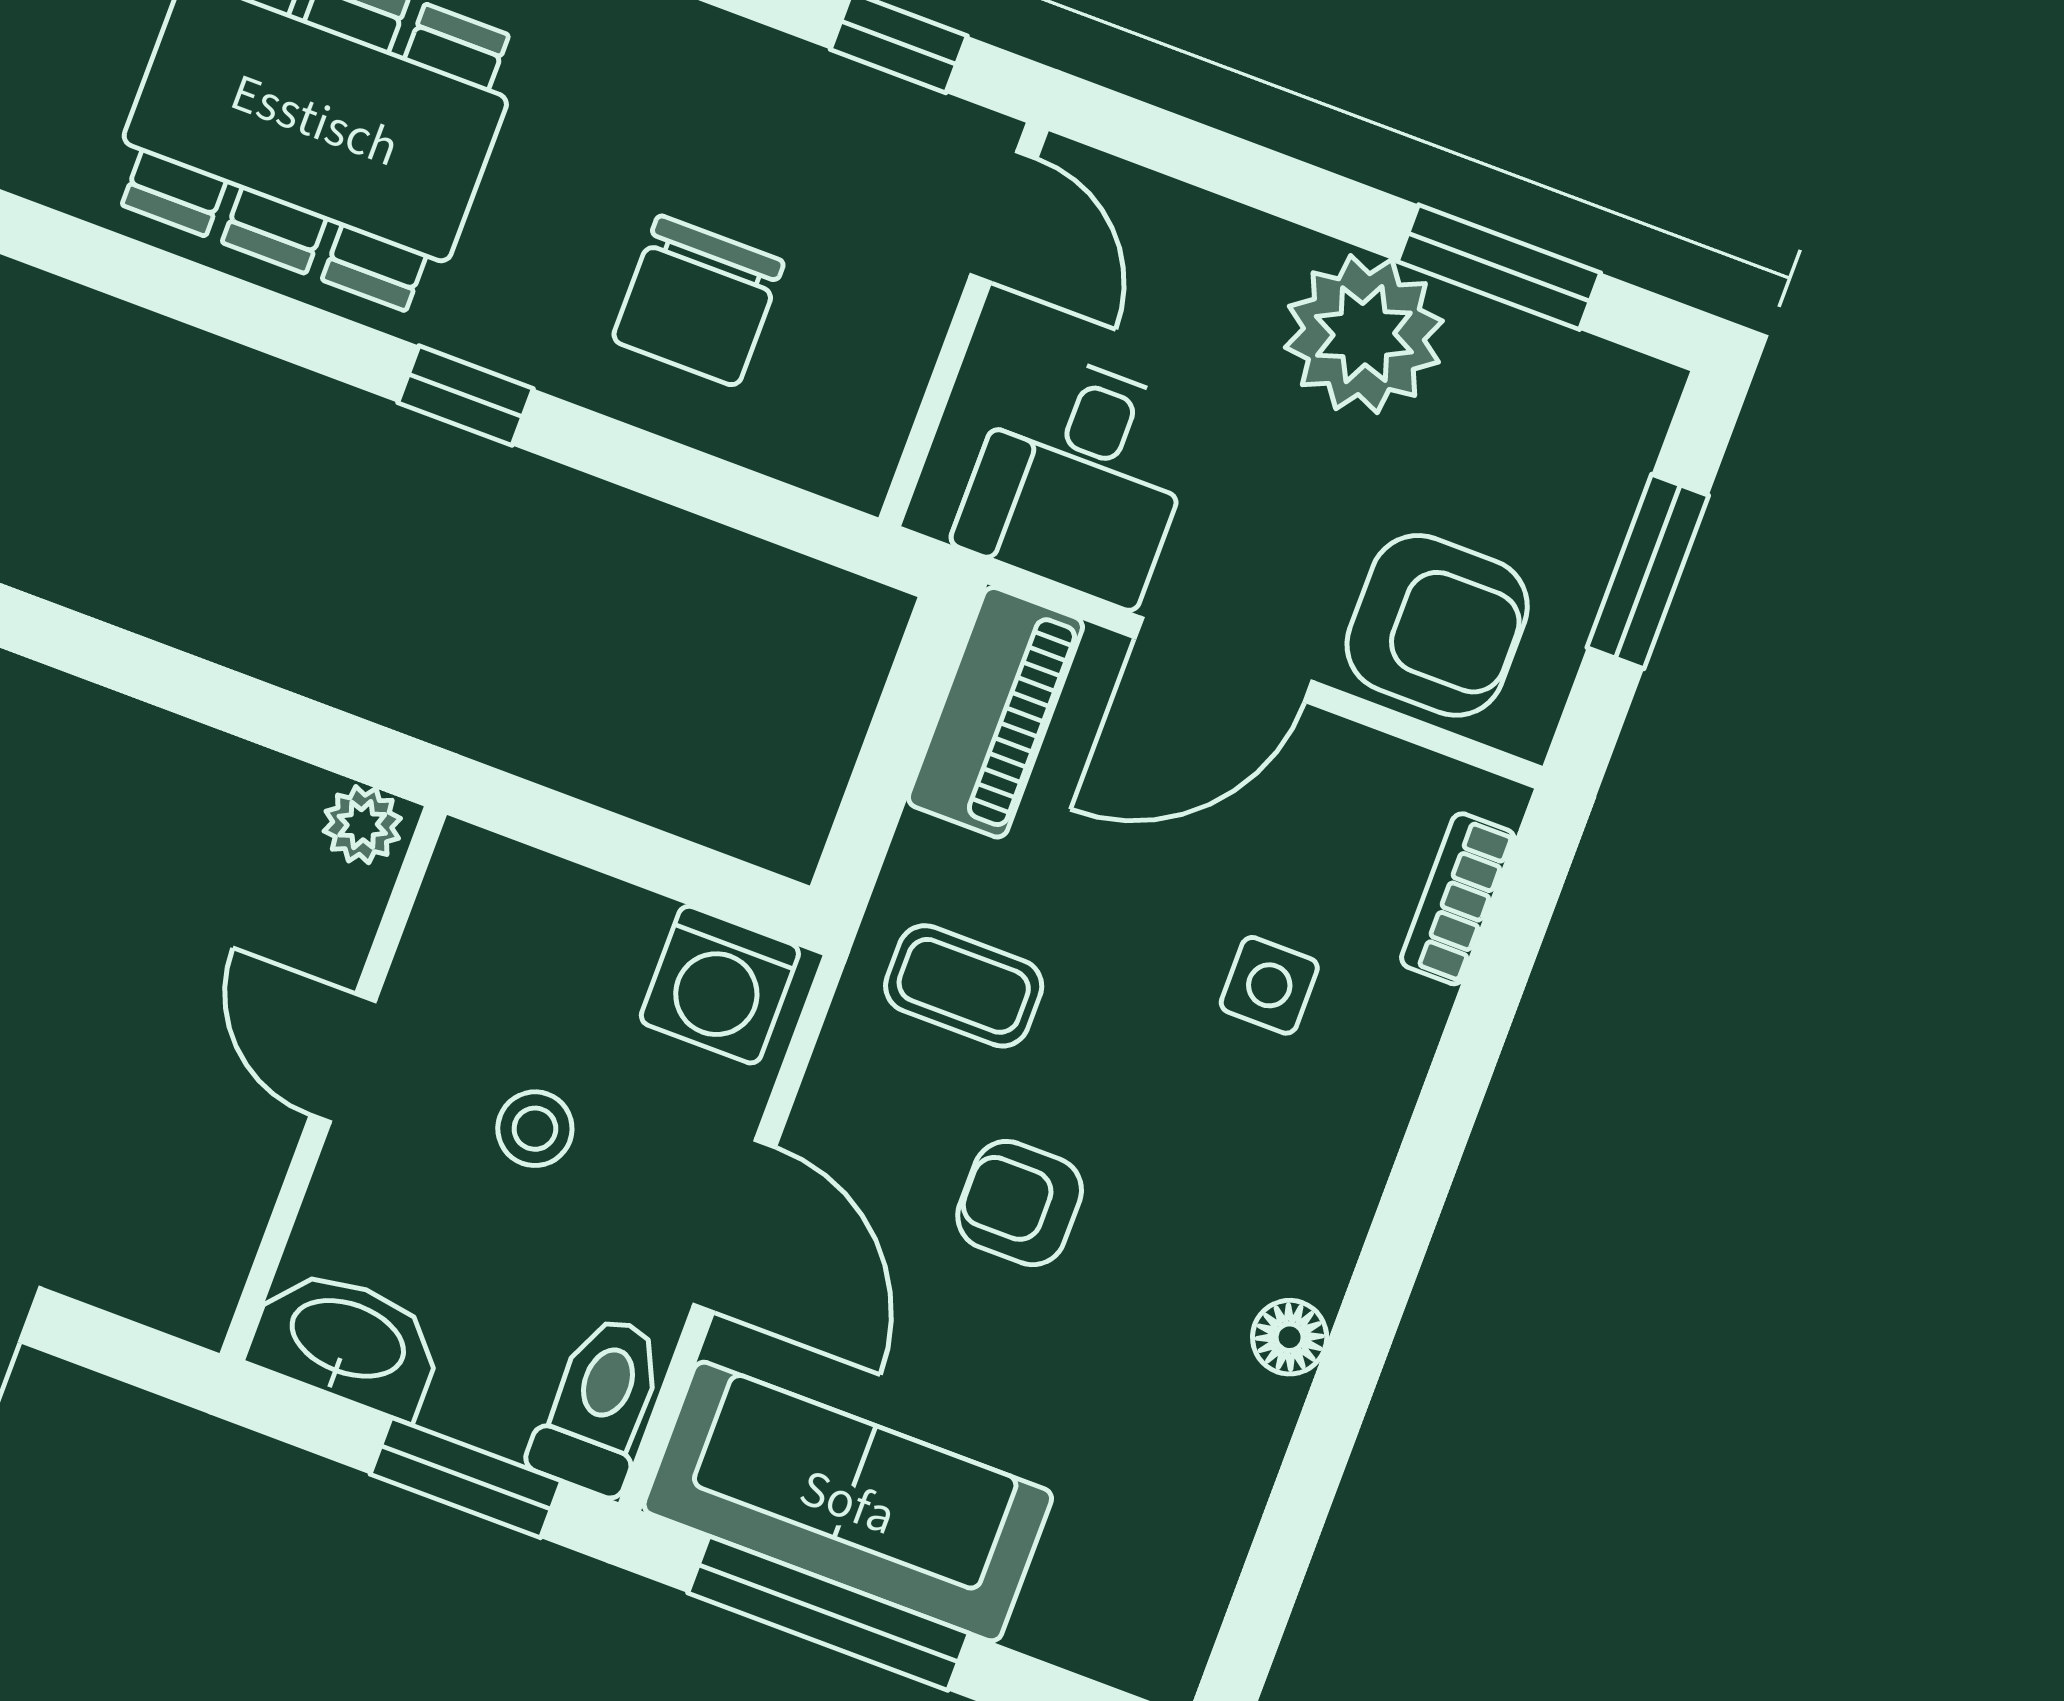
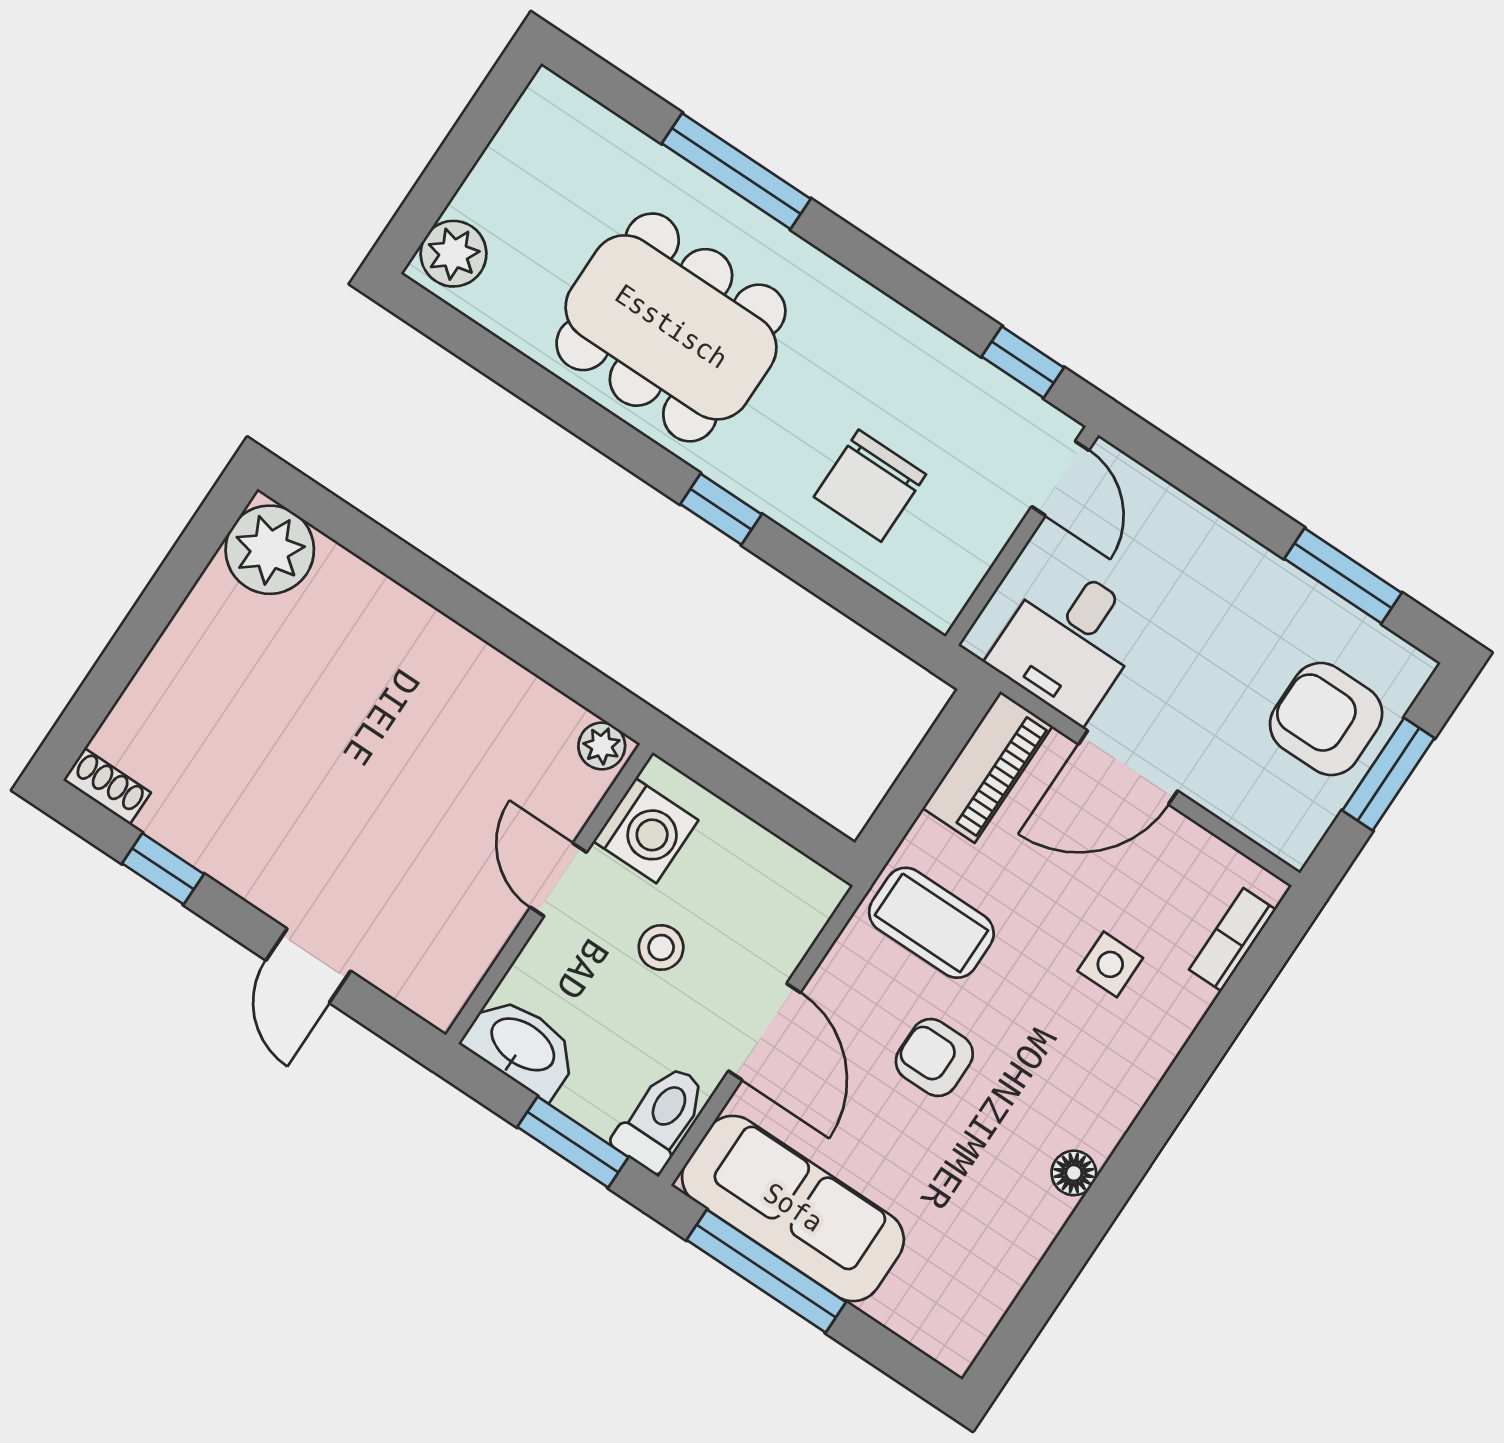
plant: (1364, 334) -> (1255, 596), removed
armchair: (1437, 625) -> (1326, 719), moved, turned 180
washing machine: (720, 985) -> (646, 831), moved, turned -90
coffee table: (964, 986) -> (931, 923), width x1.36, depth x1.30

